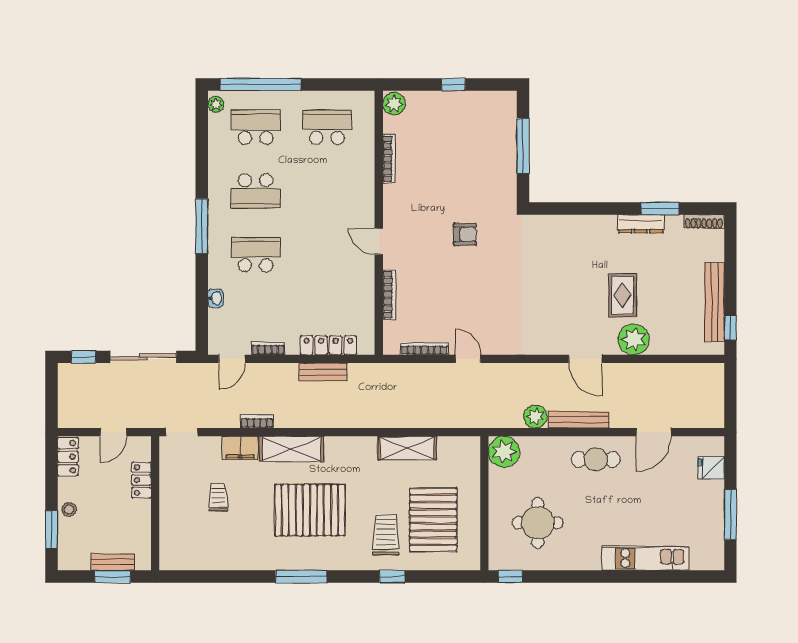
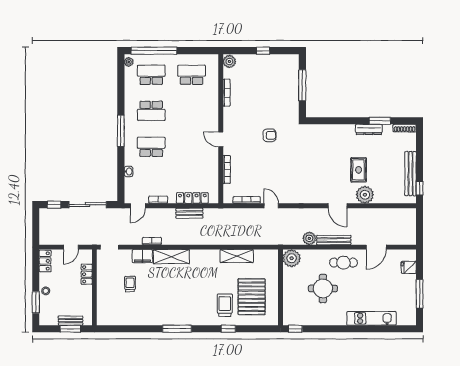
pallet: (310, 510) -> (182, 291), removed
round table: (538, 523) -> (323, 288), moved

